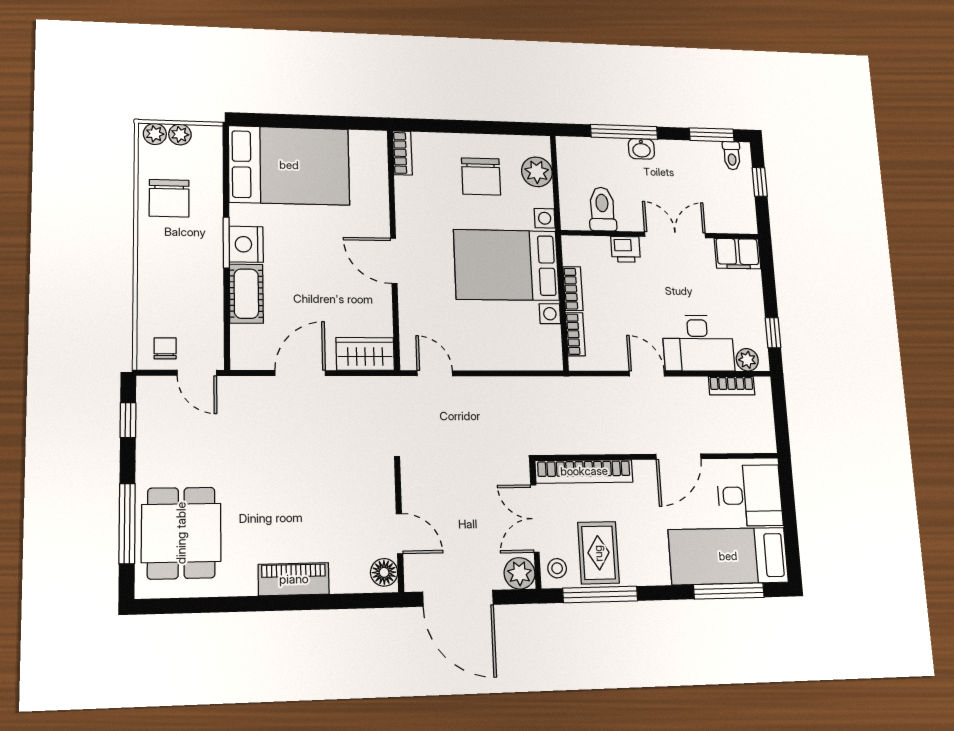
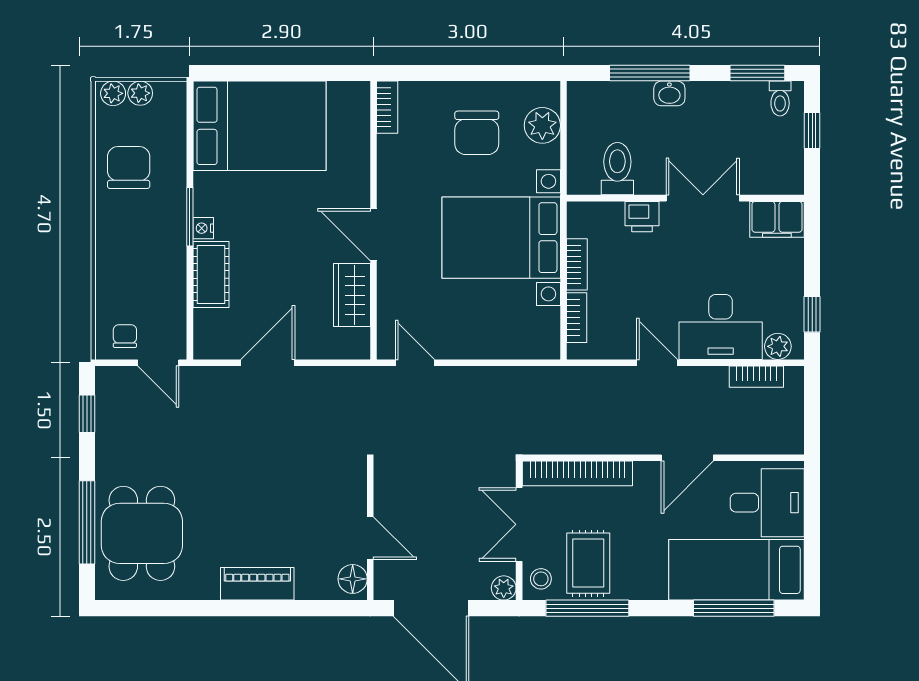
chair: (169, 198) -> (129, 168), turned 180
nightstand: (246, 244) -> (203, 228), width x0.53, depth x0.56
wardrobe: (365, 354) -> (352, 295), moved, turned -90
plant: (520, 573) -> (504, 588), width x0.73, depth x0.73

